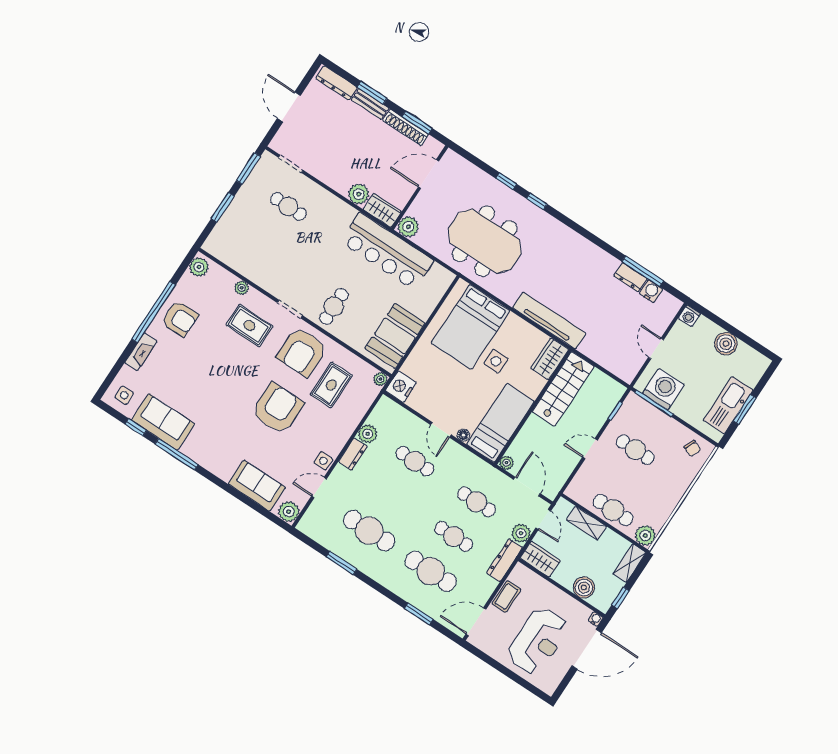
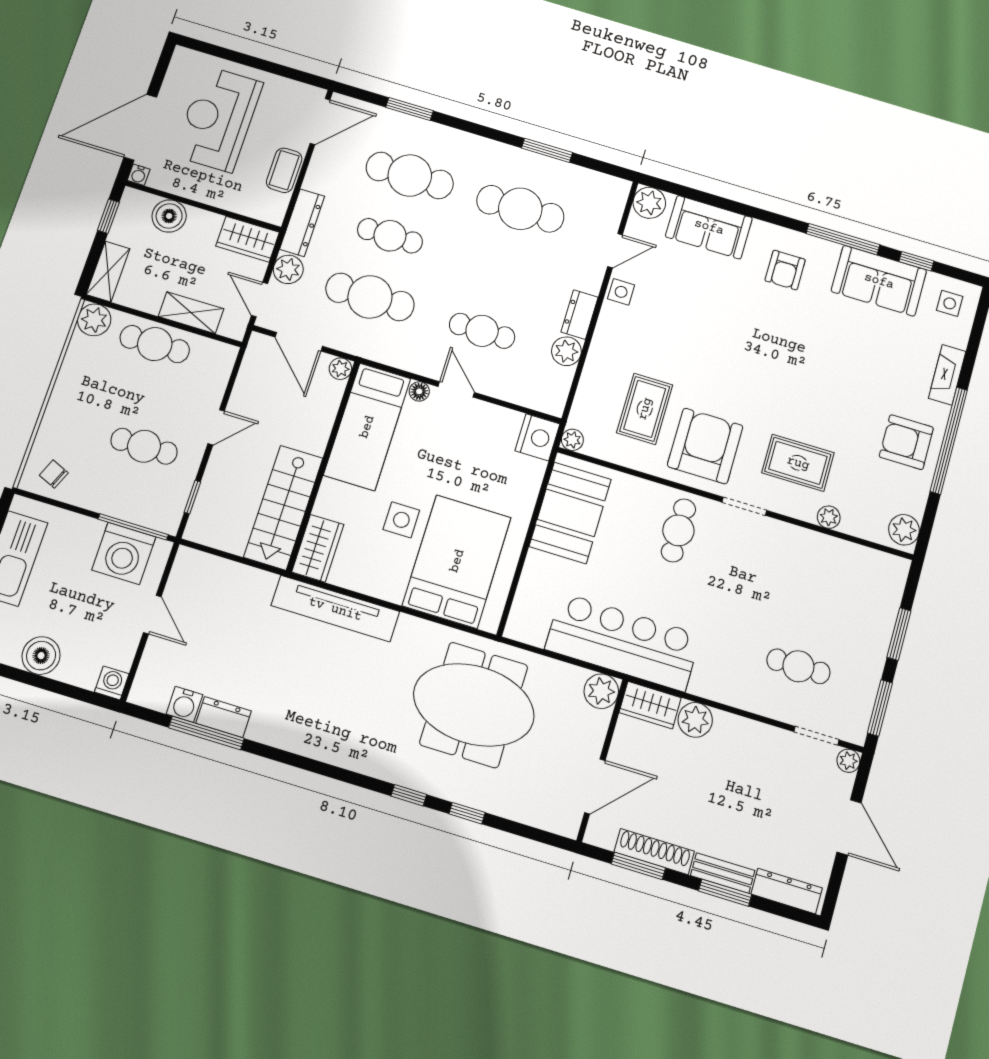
plant: (277, 144) -> (848, 761), added
armchair: (277, 409) -> (785, 270), moved, width x0.53, depth x0.53
cafe table: (476, 502) -> (370, 297), width x1.37, depth x1.35

